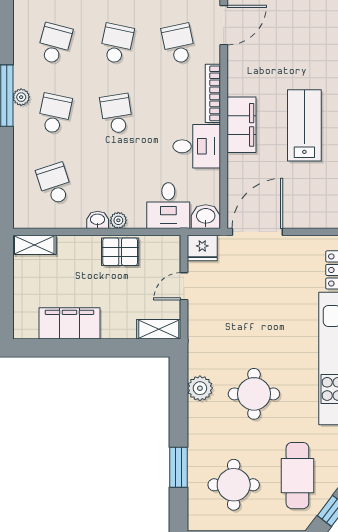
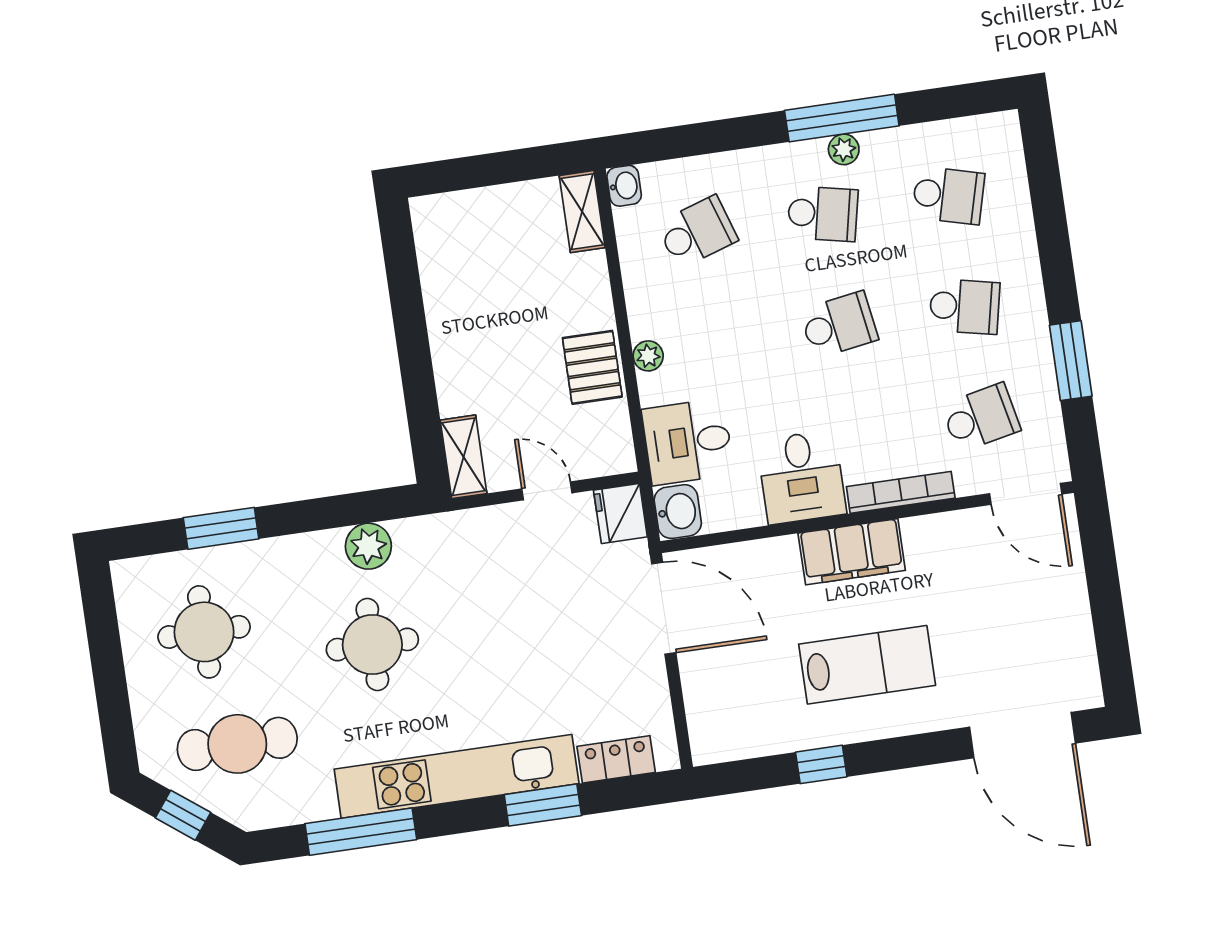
washbasin: (98, 220) -> (624, 186), moved
filing cabinet: (69, 323) -> (451, 295), removed

